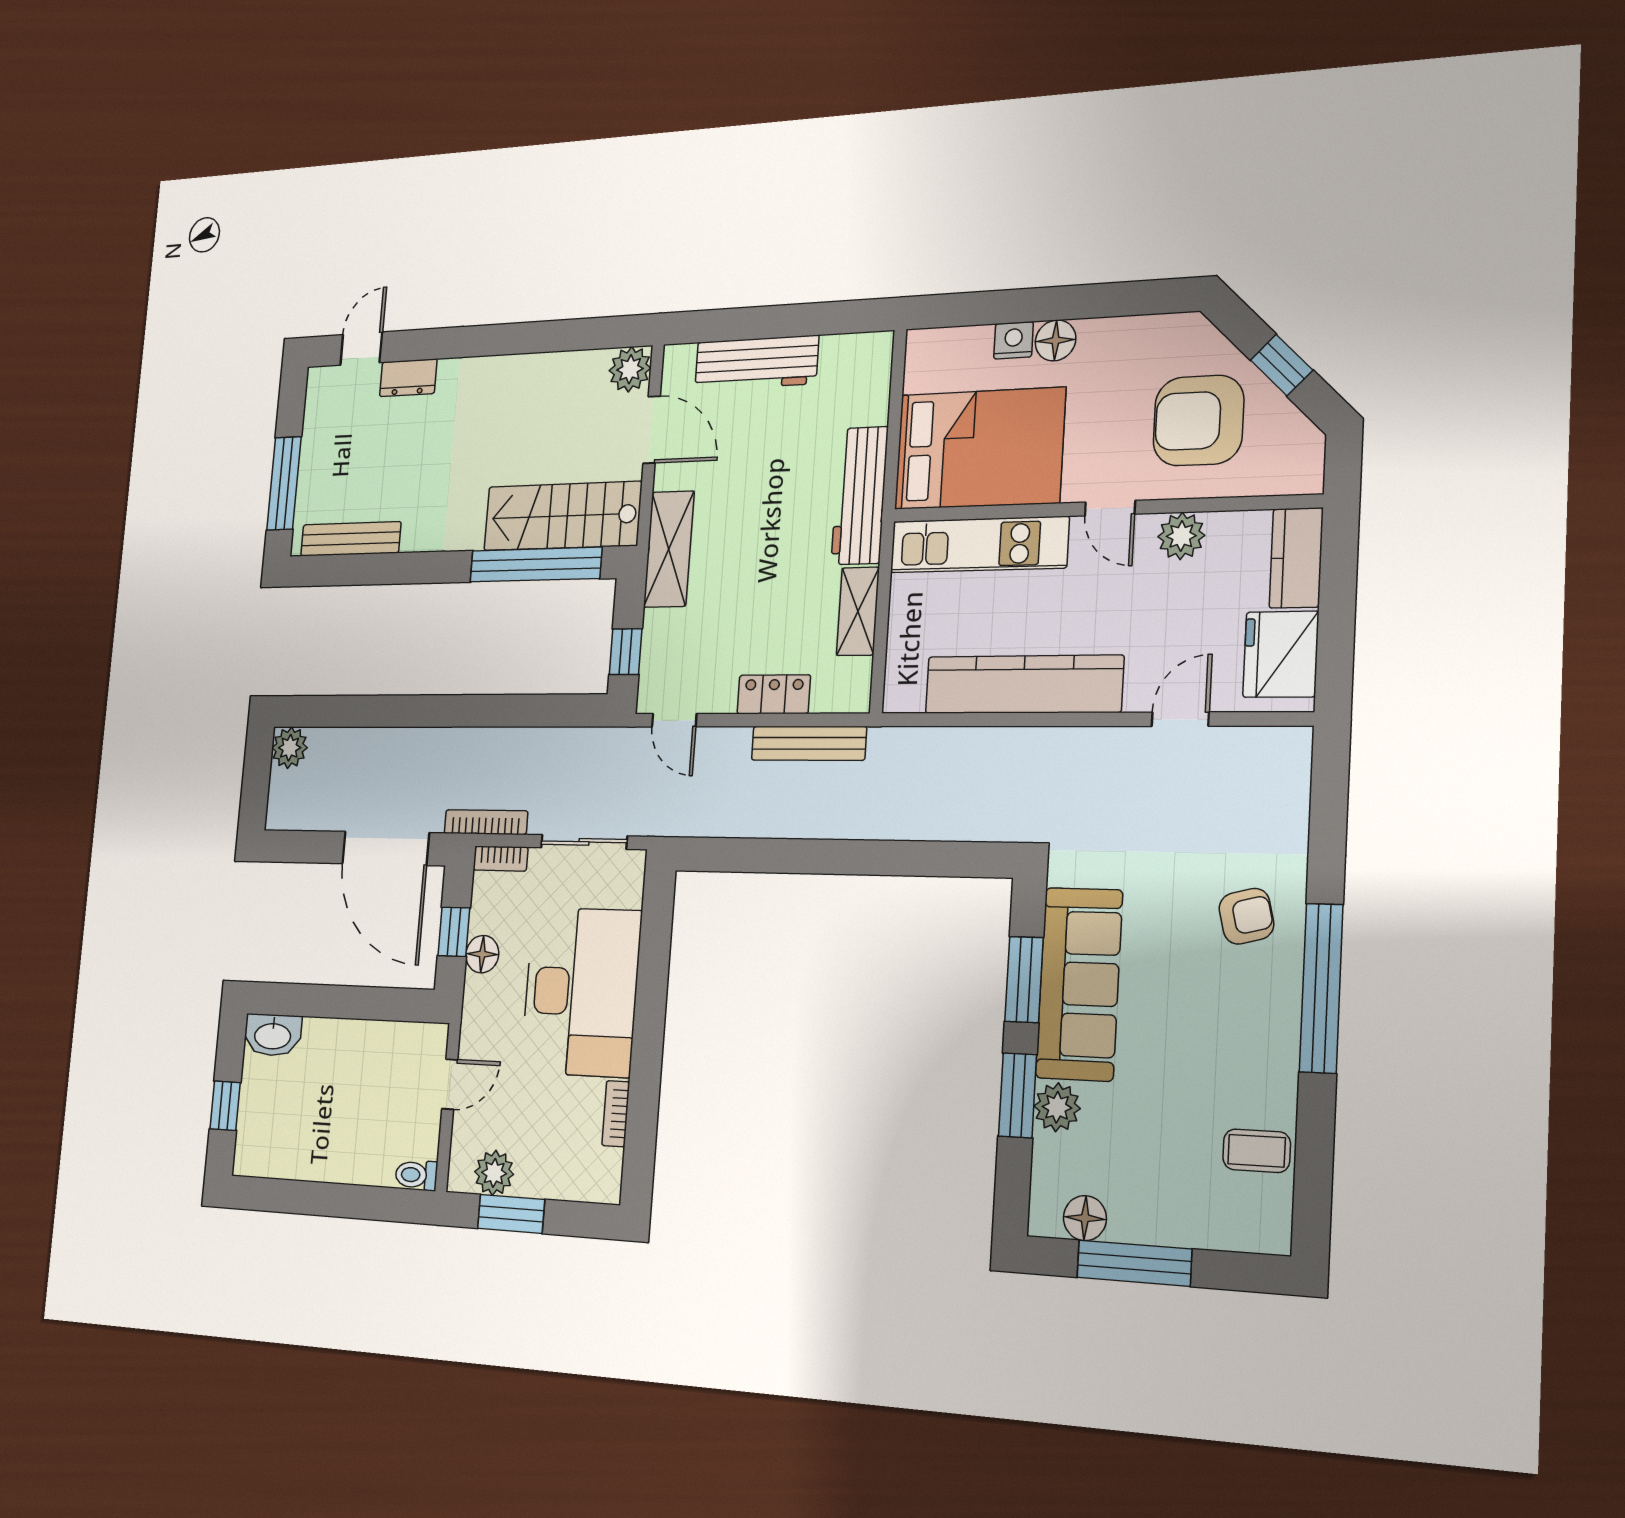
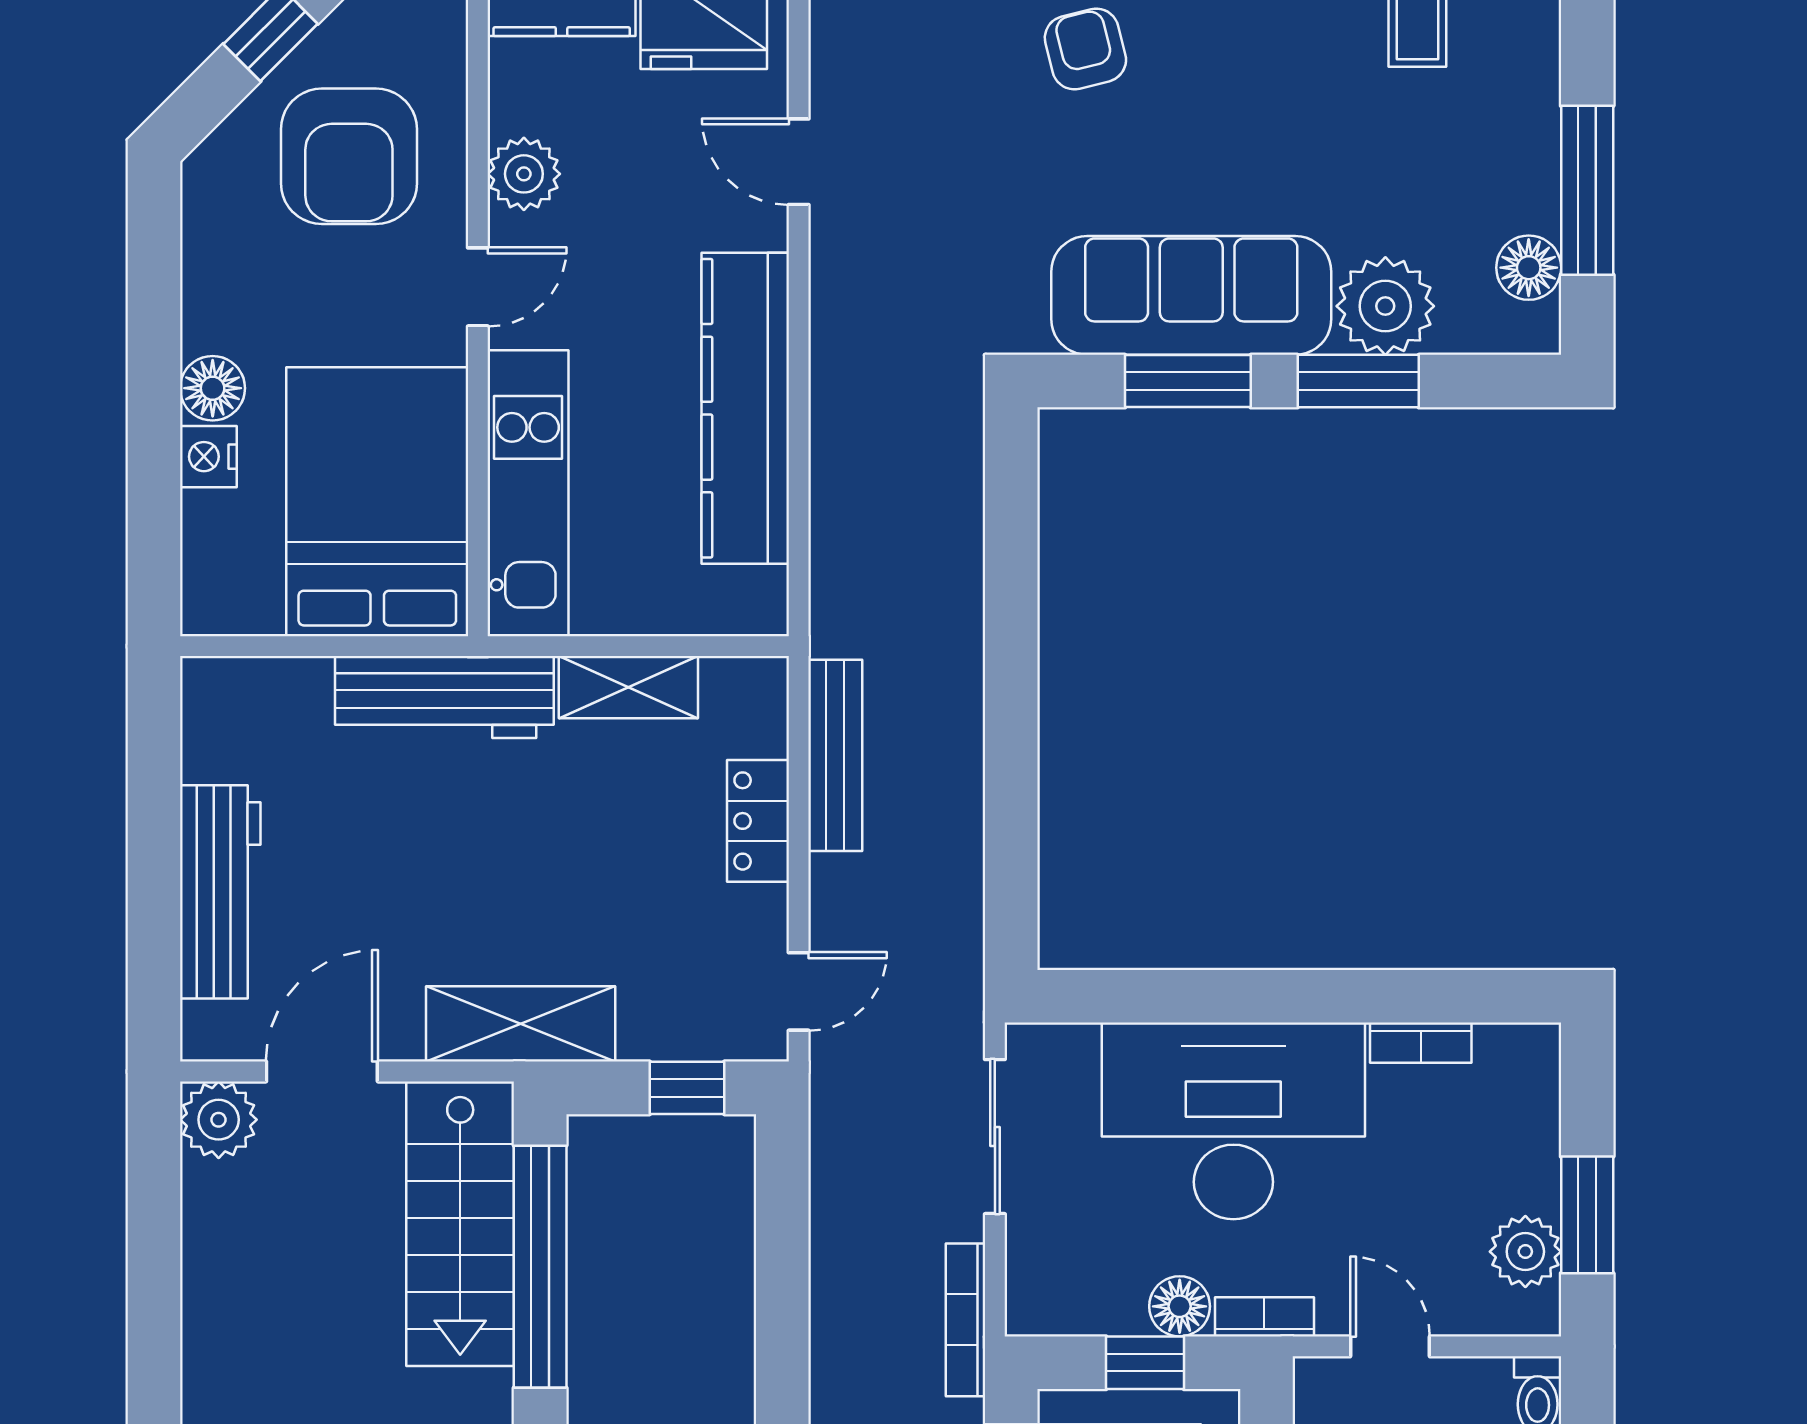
bookcase: (500, 859) -> (1264, 1317), moved, turned -90
plant: (1057, 1107) -> (1385, 306), width x1.36, depth x1.36

